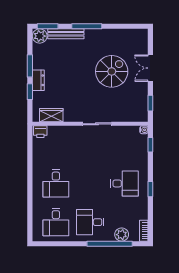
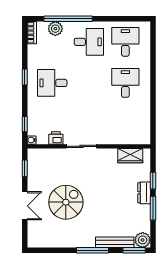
spiral stairs: (112, 71) -> (66, 202), turned 180
printer: (40, 132) -> (56, 138), moved

